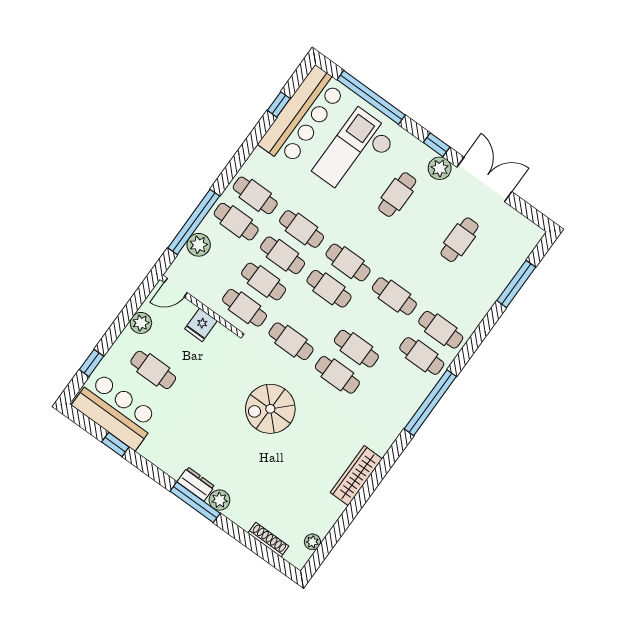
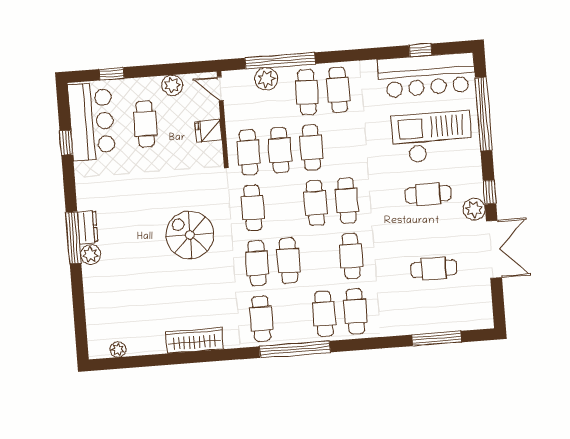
cafe table: (302, 229) -> (261, 319), moved
shoe rack: (268, 540) -> (92, 315), removed

